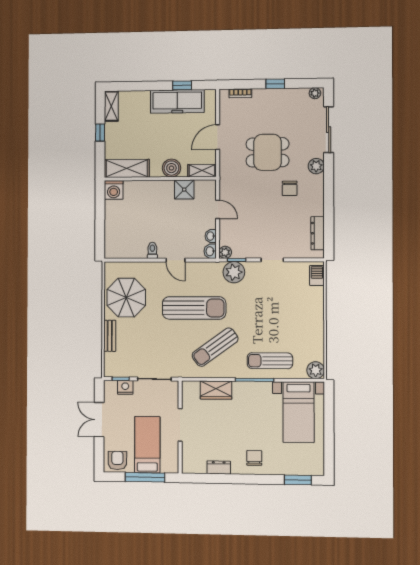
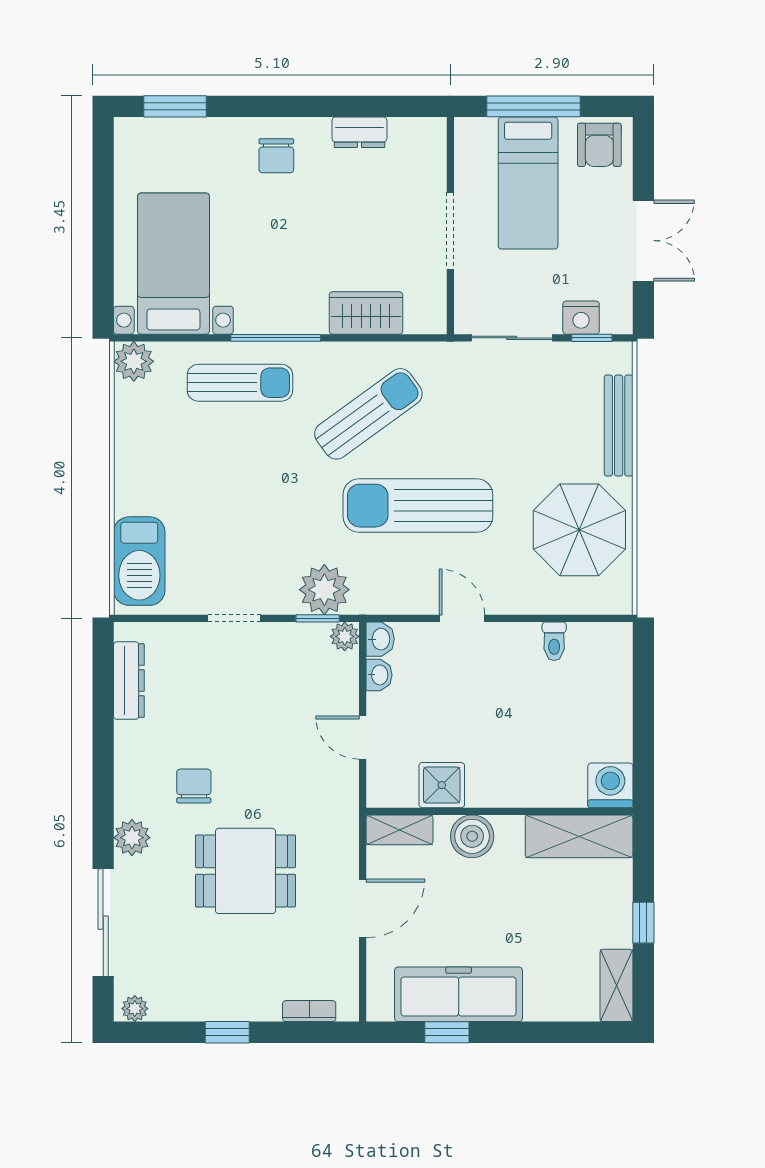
toilet: (152, 250) -> (554, 641), moved
barbecue: (317, 275) -> (139, 561), width x1.88, depth x1.53
bench: (110, 336) -> (619, 426), width x1.36

